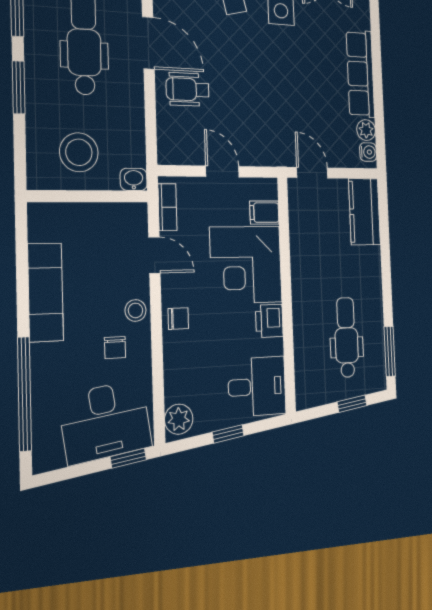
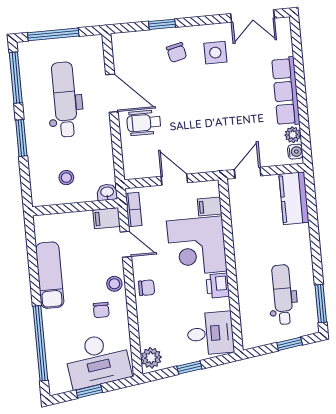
stool: (79, 152) -> (66, 178), width x0.53, depth x0.53
door: (312, 173) -> (248, 173), hinge flipped
filing cabinet: (130, 216) -> (106, 218), added
window: (128, 458) -> (89, 391), moved

